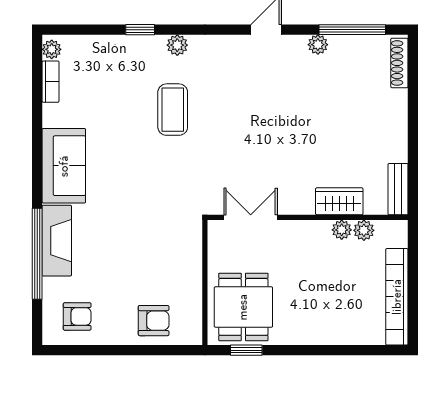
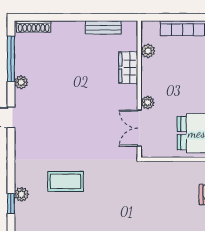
plant: (177, 45) -> (22, 194), moved
bench: (398, 189) -> (103, 27), moved
plant: (342, 230) -> (148, 102), moved

